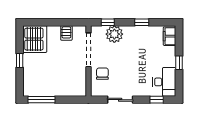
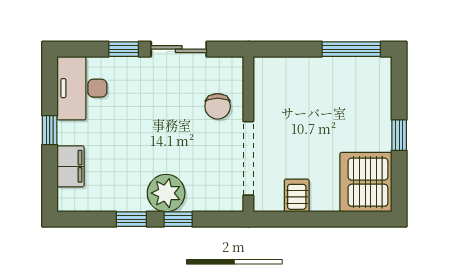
window: (108, 22) -> (178, 219), moved
plant: (114, 34) -> (166, 193), moved
filing cabinet: (170, 36) -> (70, 166), moved
window: (157, 100) -> (124, 49), moved

